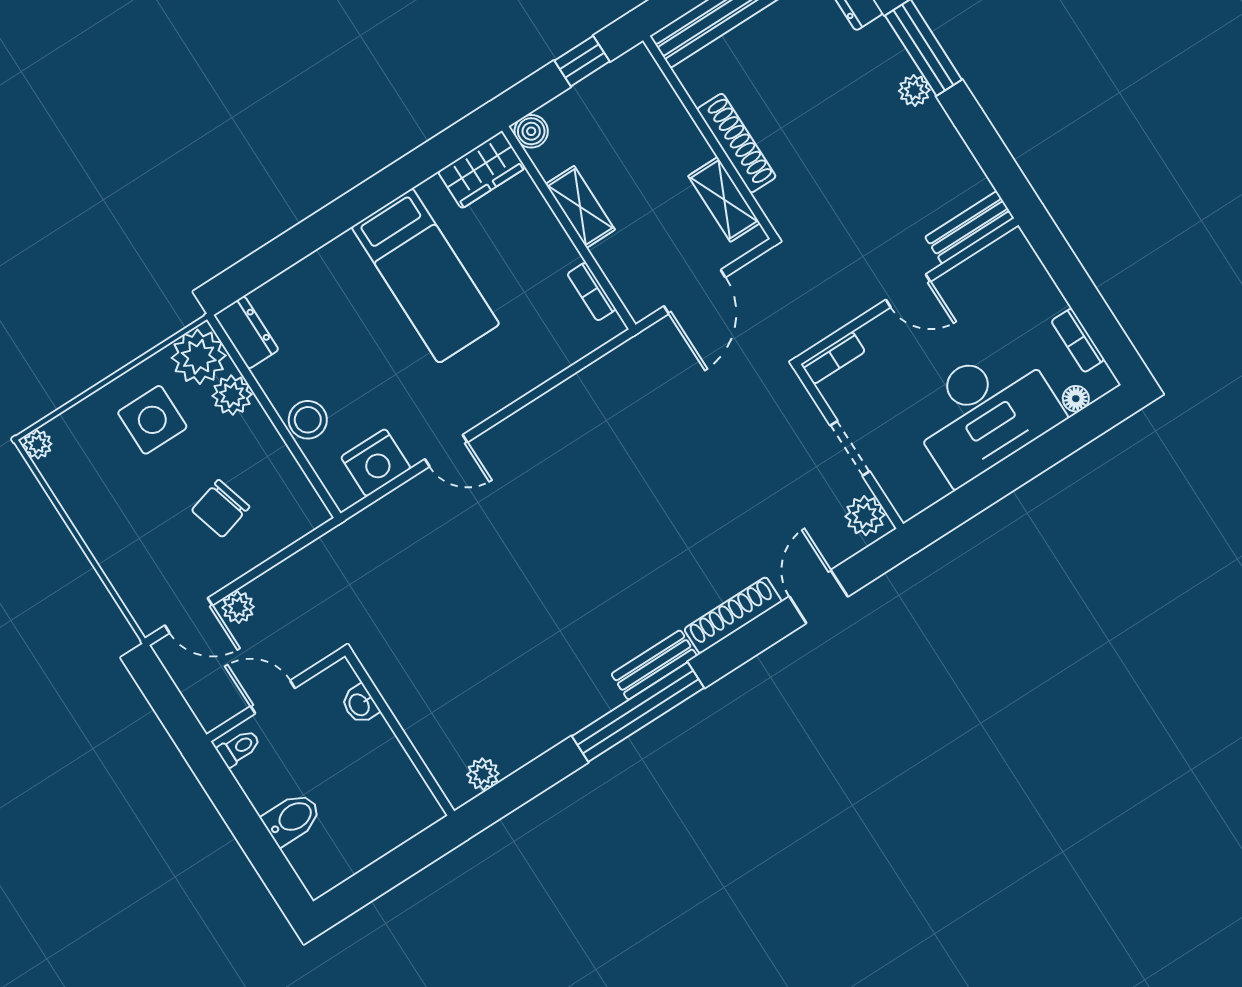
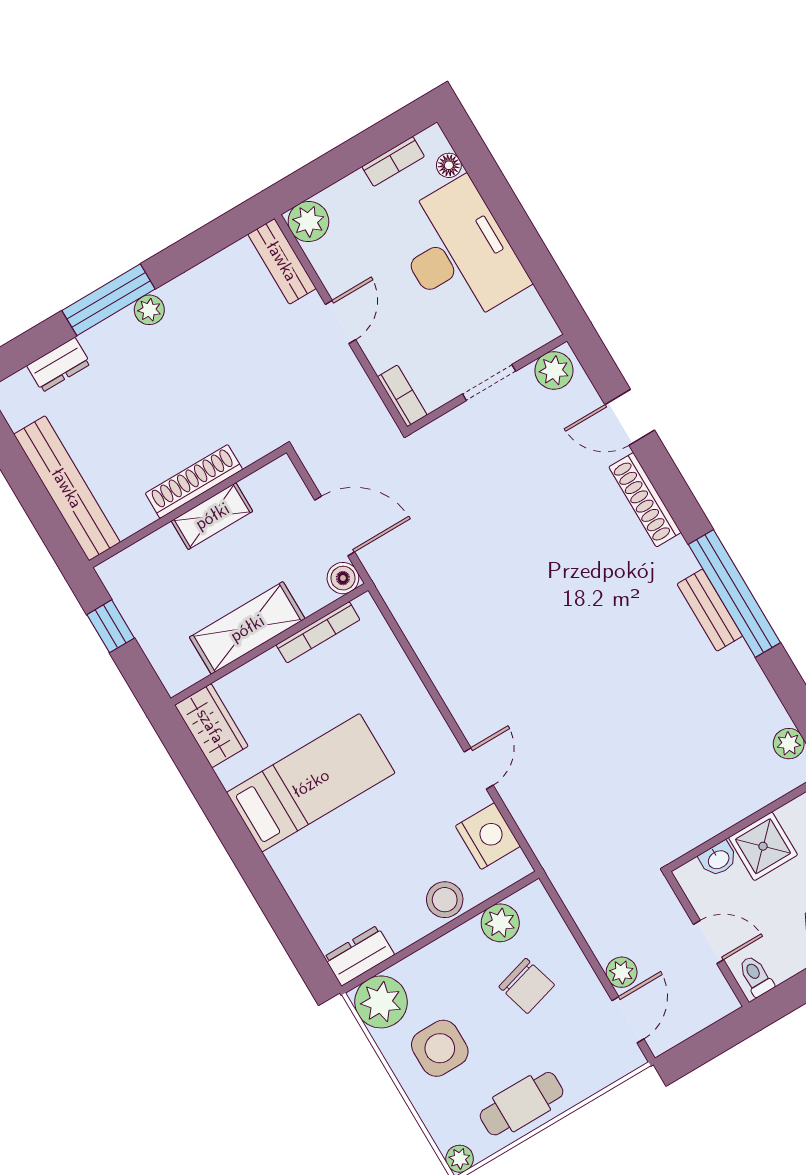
boiler: (531, 131) -> (343, 578), moved
shelving: (724, 199) -> (212, 516), moved
shelving: (580, 207) -> (247, 628), width x1.50, depth x1.33
plant: (1012, 254) -> (308, 221), added
bookcase: (592, 292) -> (318, 632), width x1.56
plant: (232, 395) -> (500, 923), moved
cafe table: (97, 507) -> (522, 1104), added
bench: (654, 665) -> (710, 610), moved
door: (273, 697) -> (709, 942), swing flipped
shower: (375, 751) -> (763, 846), added

